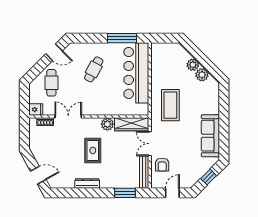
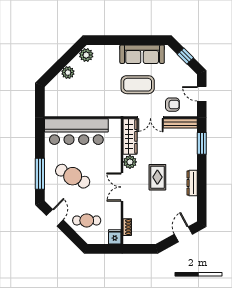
window: (122, 38) -> (40, 174), moved
cafe table: (94, 69) -> (73, 176), width x1.37, depth x1.35
plant: (202, 75) -> (86, 55), moved
coffee table: (170, 105) -> (138, 85), moved
double door: (68, 117) -> (122, 187), moved
rug: (93, 150) -> (157, 177), turned 90

